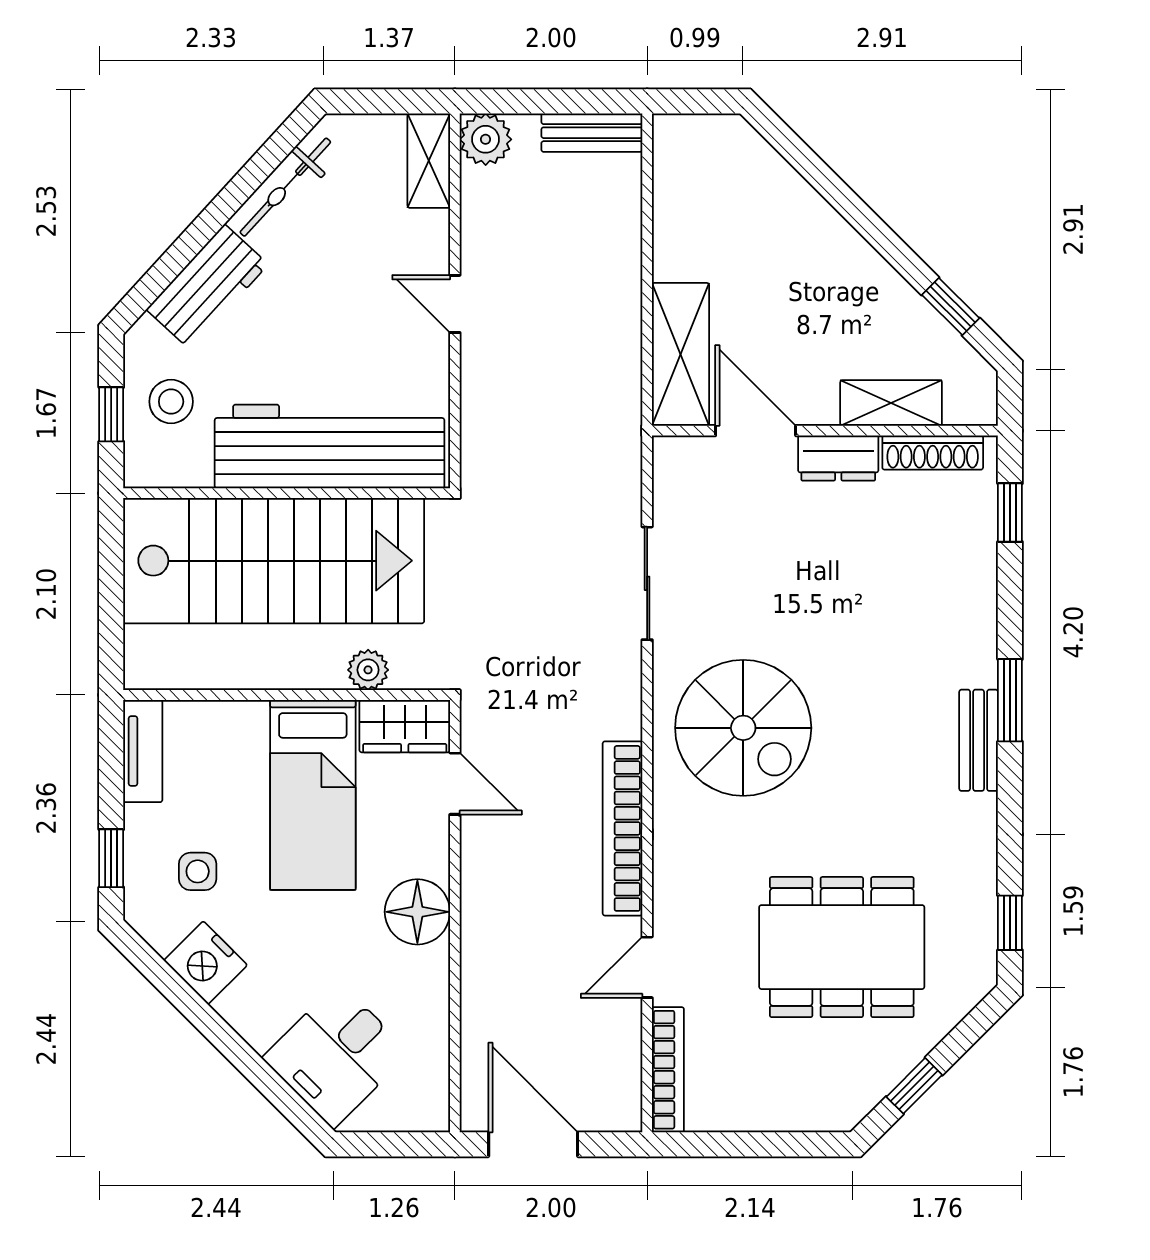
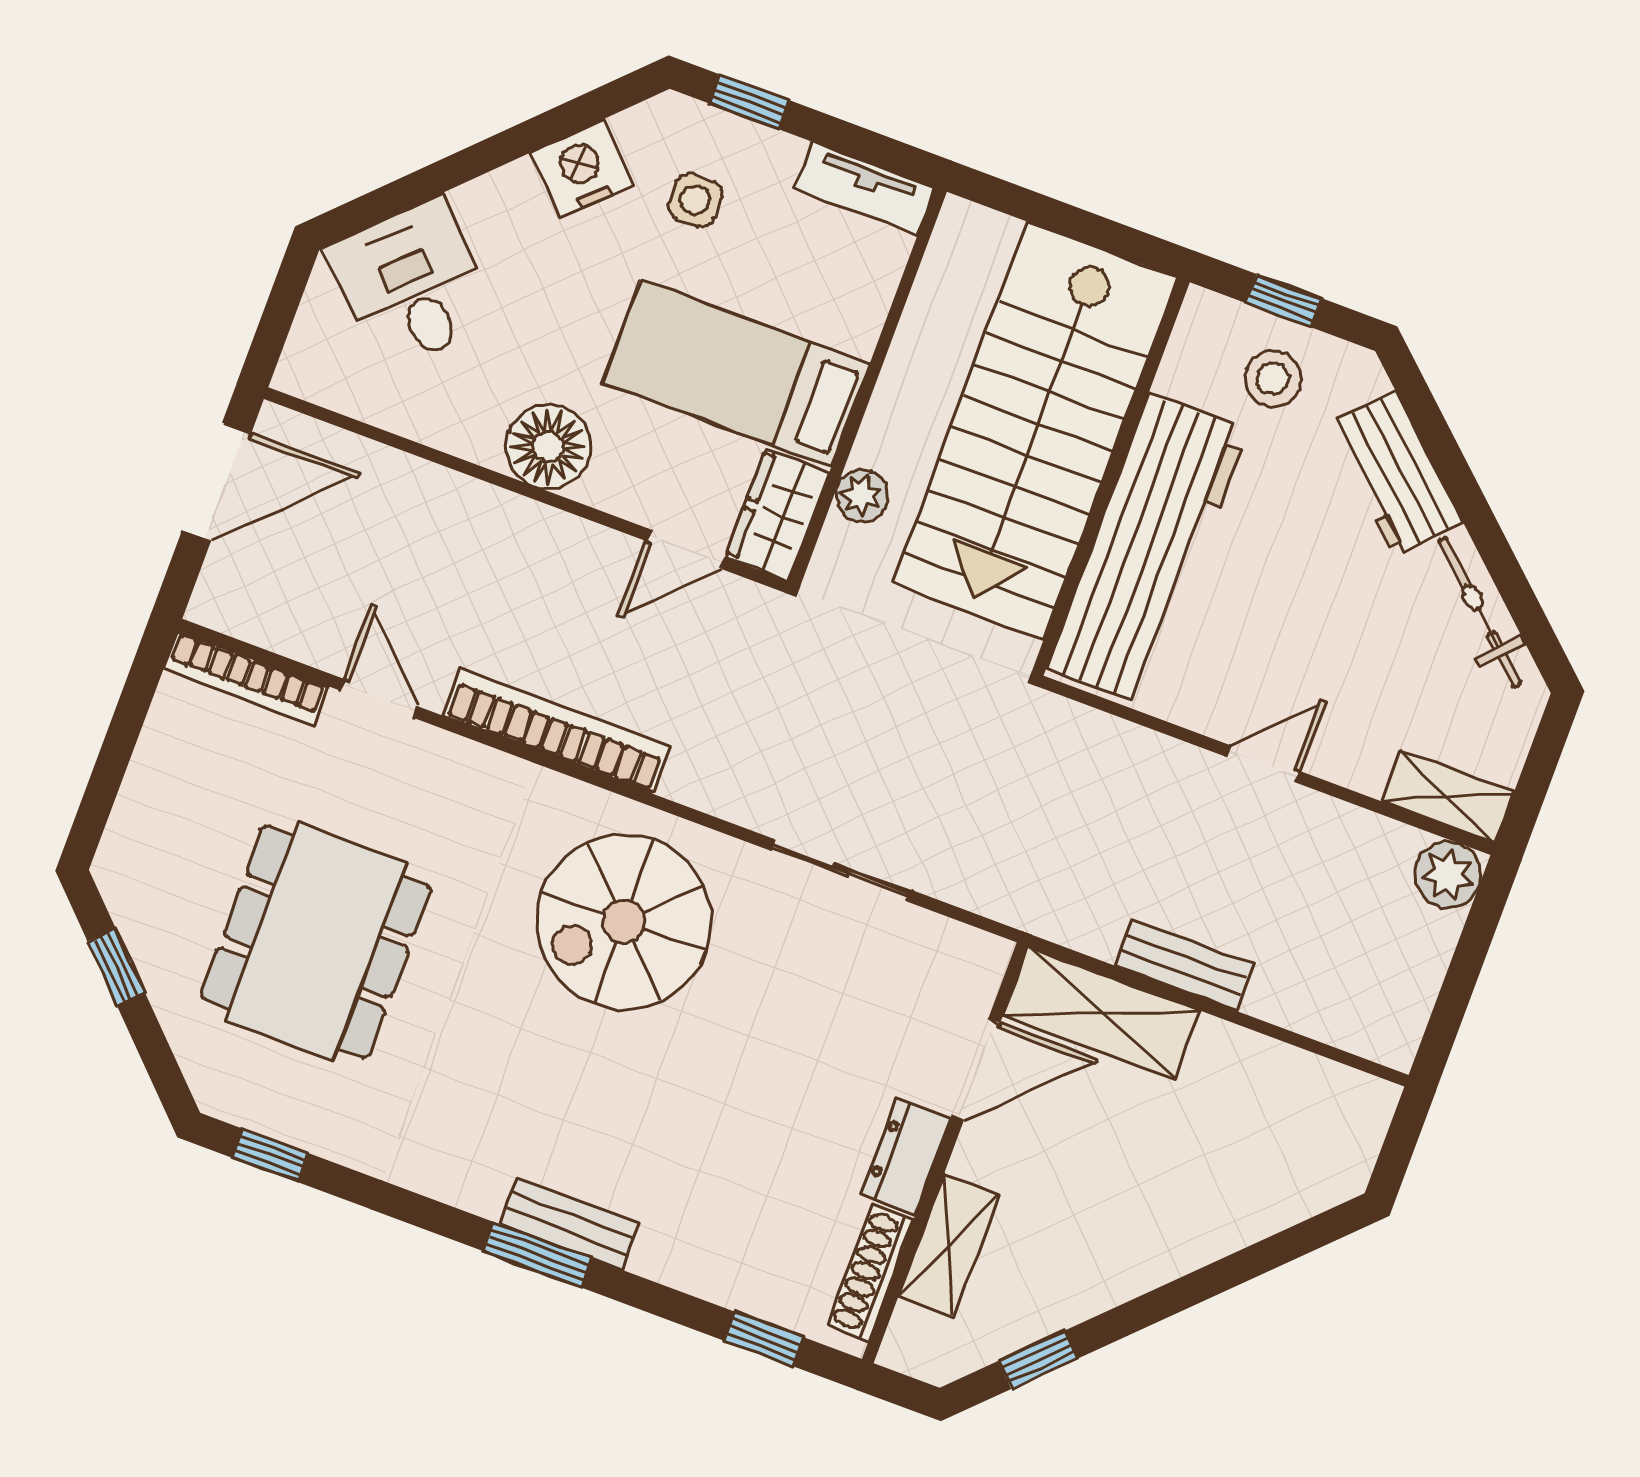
bench: (592, 133) -> (1184, 965), moved, turned 90
bench: (979, 740) -> (570, 1224), moved

